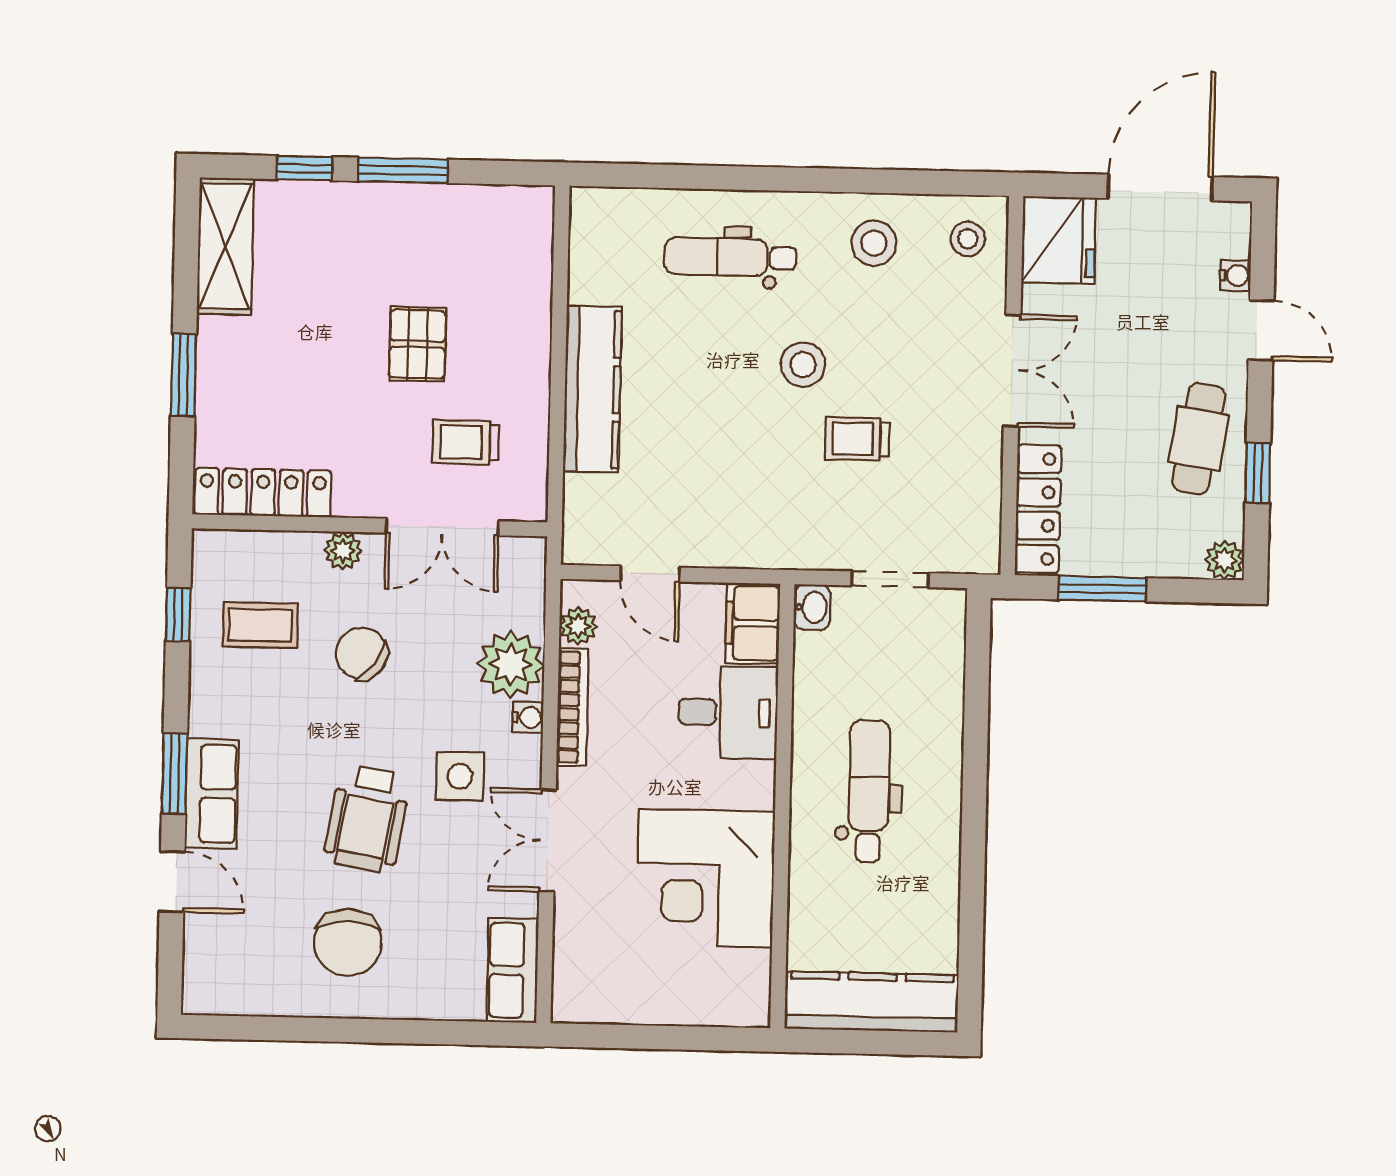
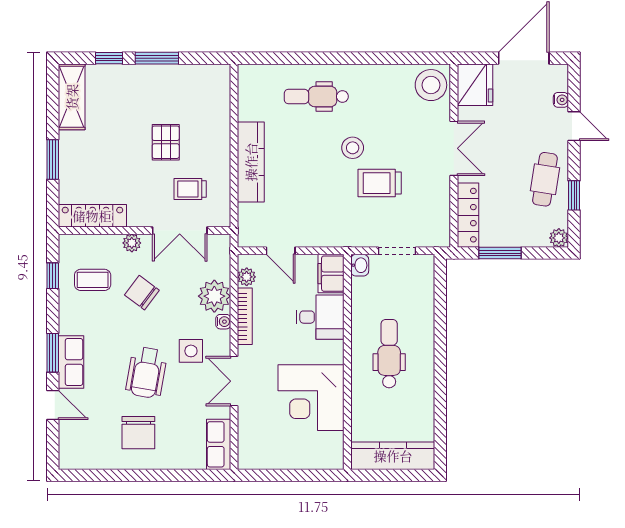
stool: (968, 239) -> (431, 85), width x1.89, depth x1.89
stool: (874, 243) -> (386, 88), removed
trolley: (857, 439) -> (380, 183), width x1.36, depth x1.39

